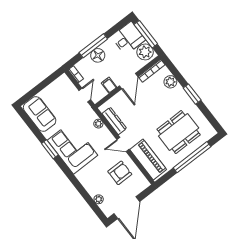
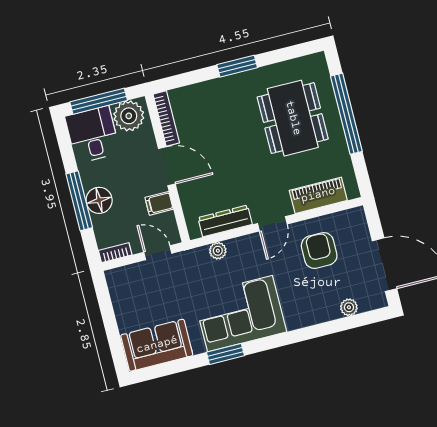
plant: (170, 82) -> (199, 94), removed
piano: (148, 159) -> (318, 195), width x0.73, depth x0.75

